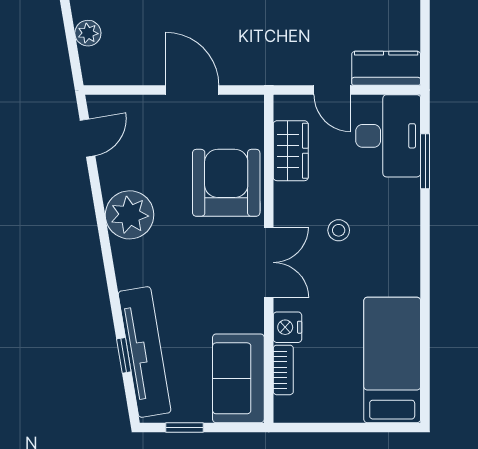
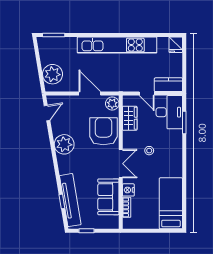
plant: (88, 33) -> (53, 74), width x1.88, depth x1.88
plant: (248, 115) -> (112, 104), added
sofa: (238, 378) -> (108, 197), moved

